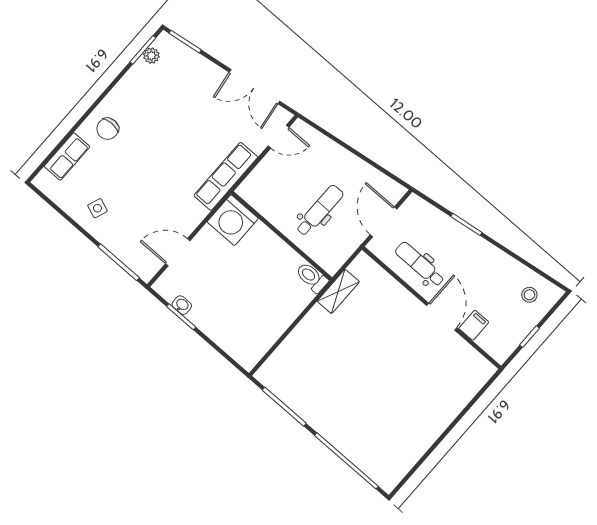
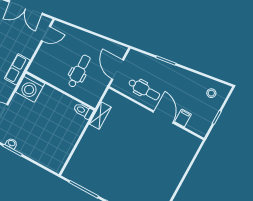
row of seats: (226, 176) -> (17, 69), width x0.68
dental chair: (420, 264) -> (144, 89), turned 180

